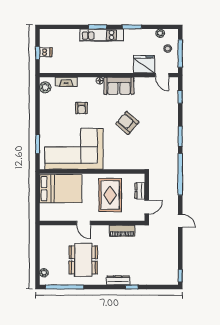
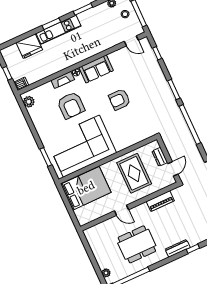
dishwasher: (46, 52) -> (21, 84), moved
fridge: (144, 64) -> (29, 46), moved, turned 180
fireplace: (66, 82) -> (63, 80), moved
armchair: (81, 108) -> (71, 105), width x1.88, depth x1.88
armchair: (127, 123) -> (119, 100), turned -41
dining table: (83, 260) -> (137, 244), turned 90

